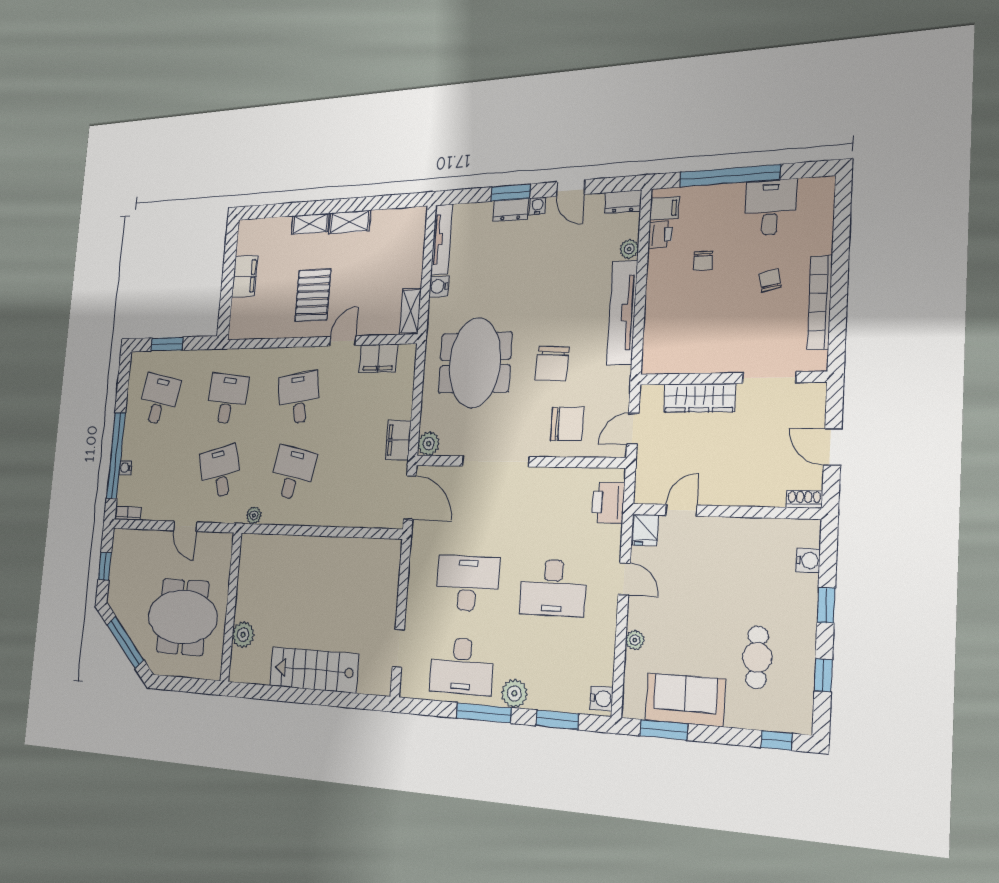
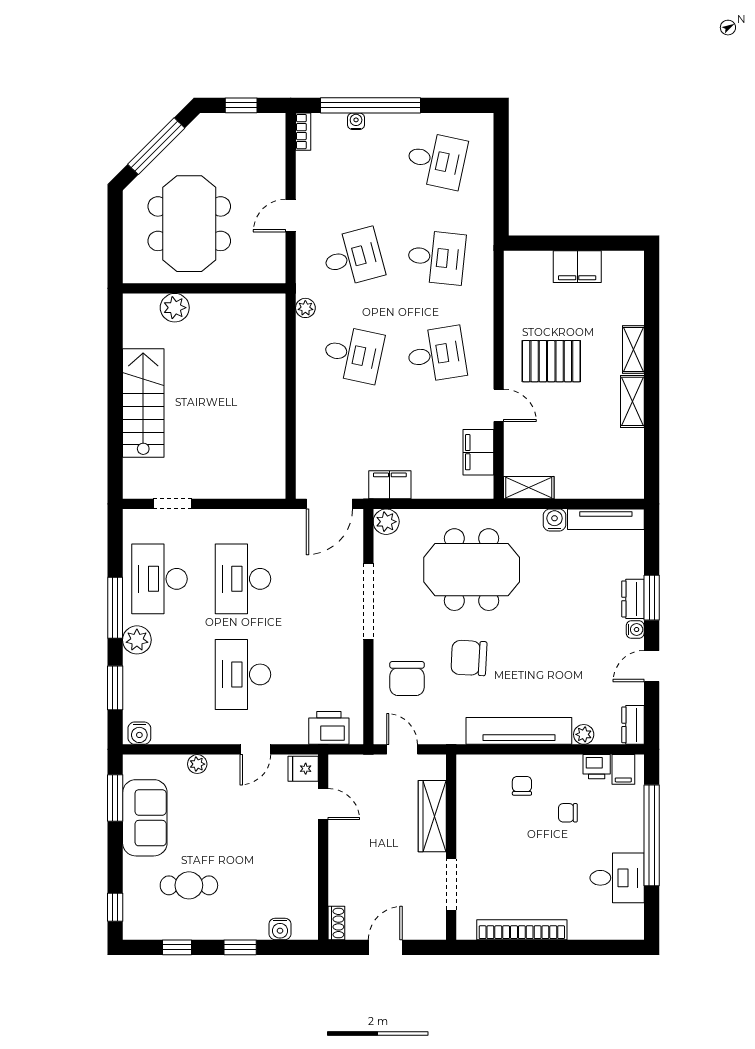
chair: (770, 280) -> (522, 786), moved, turned -78
window: (167, 344) -> (501, 164), removed
desk: (467, 583) -> (243, 579), turned 180

